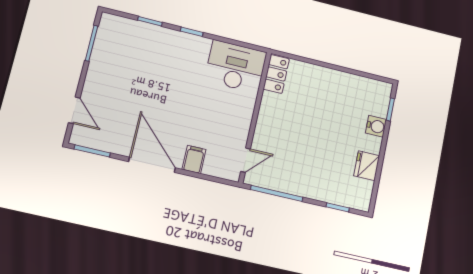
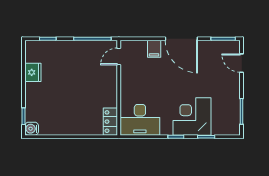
corner desk: (163, 53) -> (192, 117), added
water cooler: (376, 126) -> (32, 129), moved

